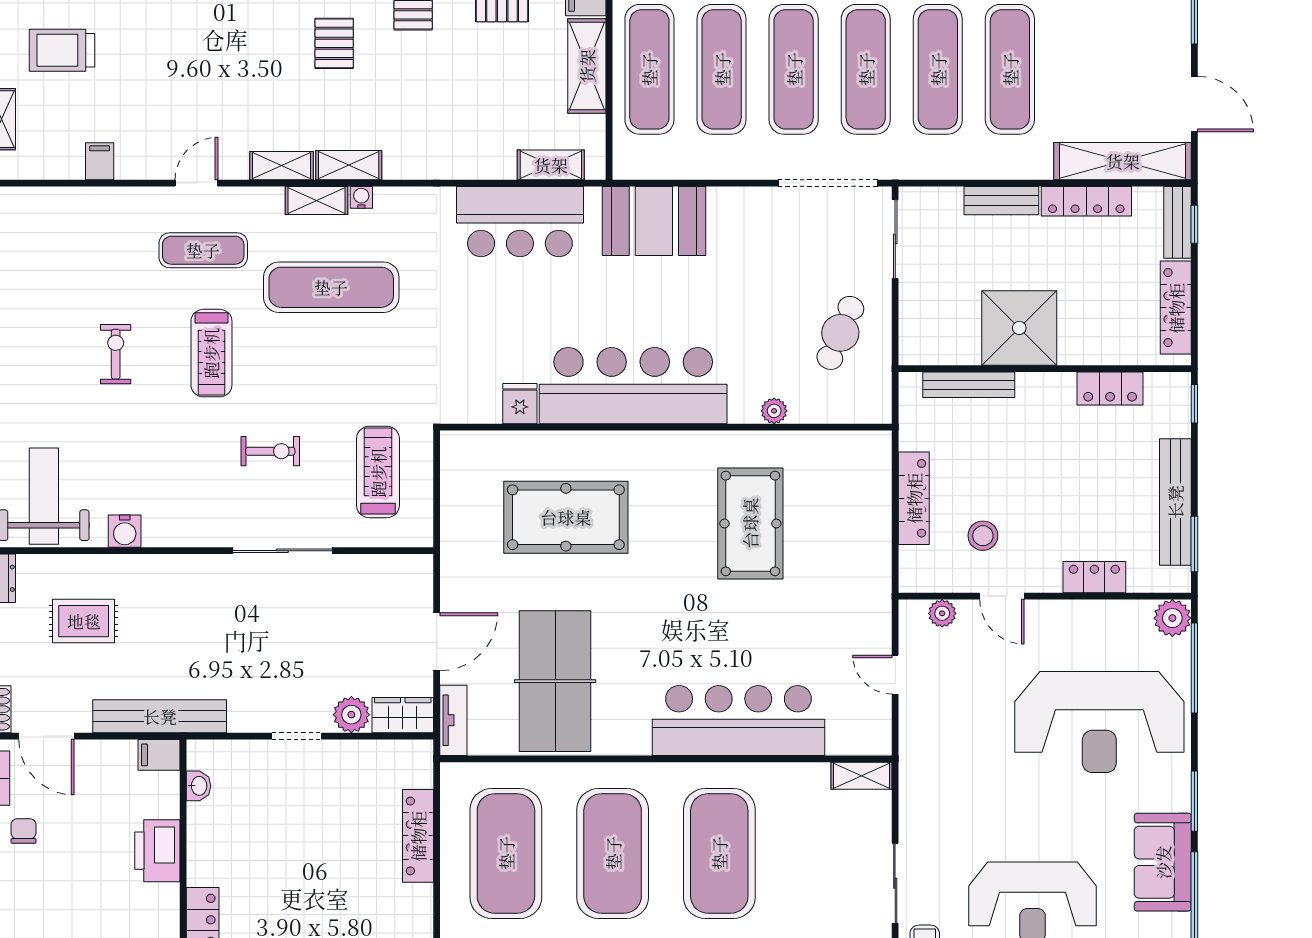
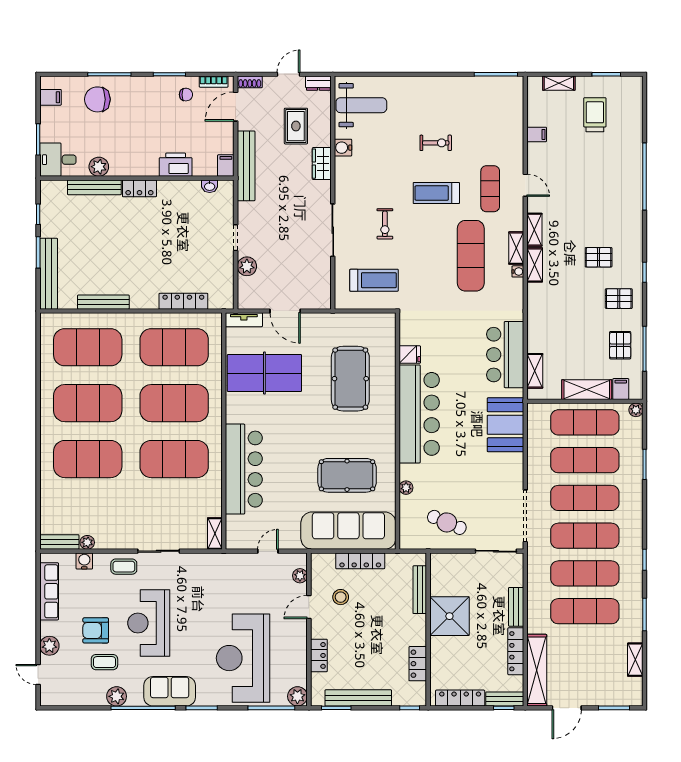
sofa: (856, 521) -> (348, 531), added
wardrobe: (403, 715) -> (322, 164), moved, turned 180

